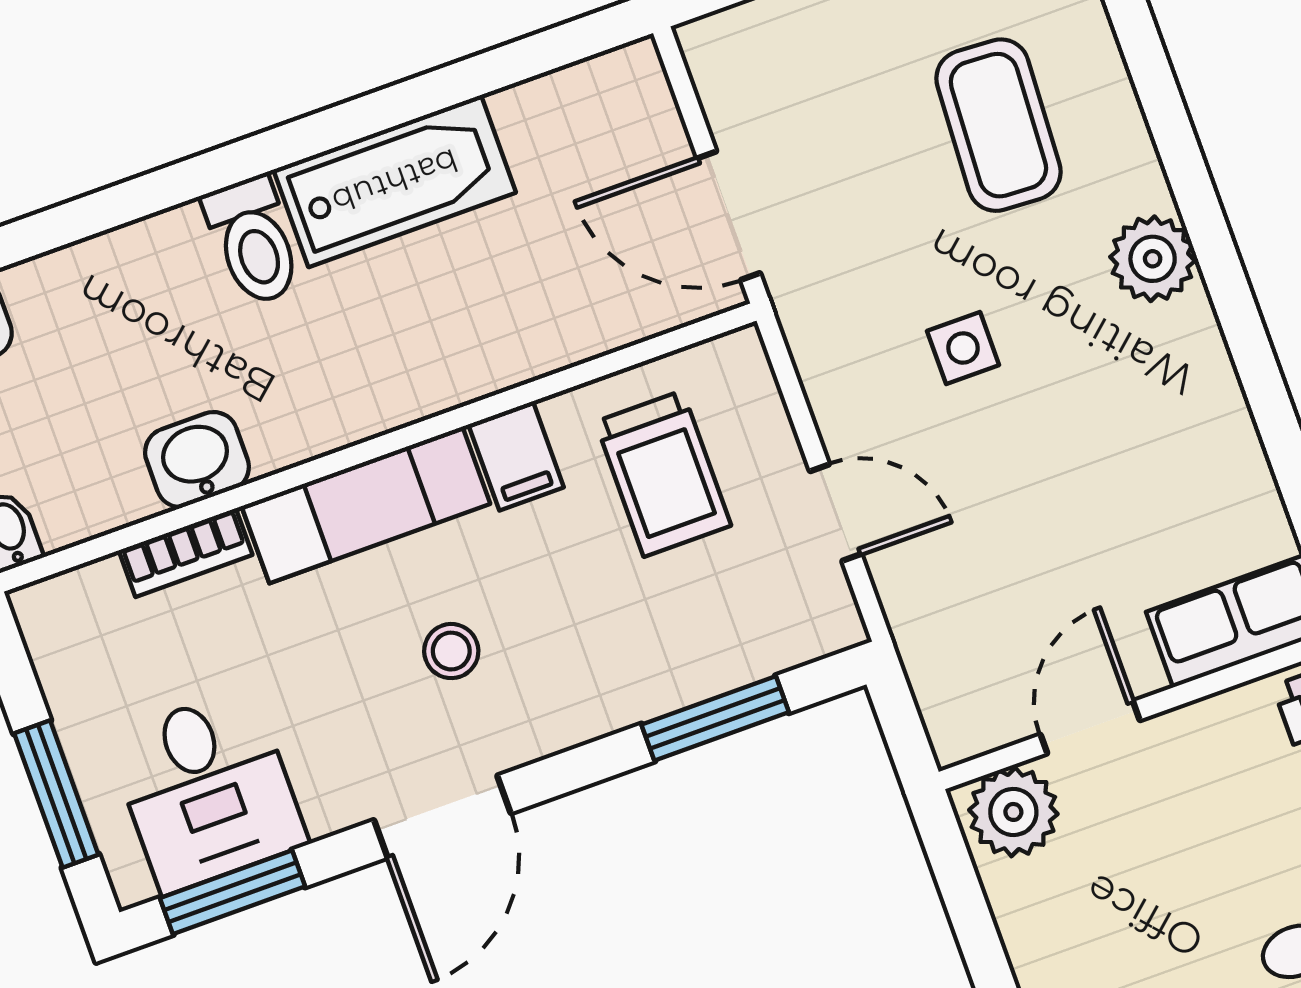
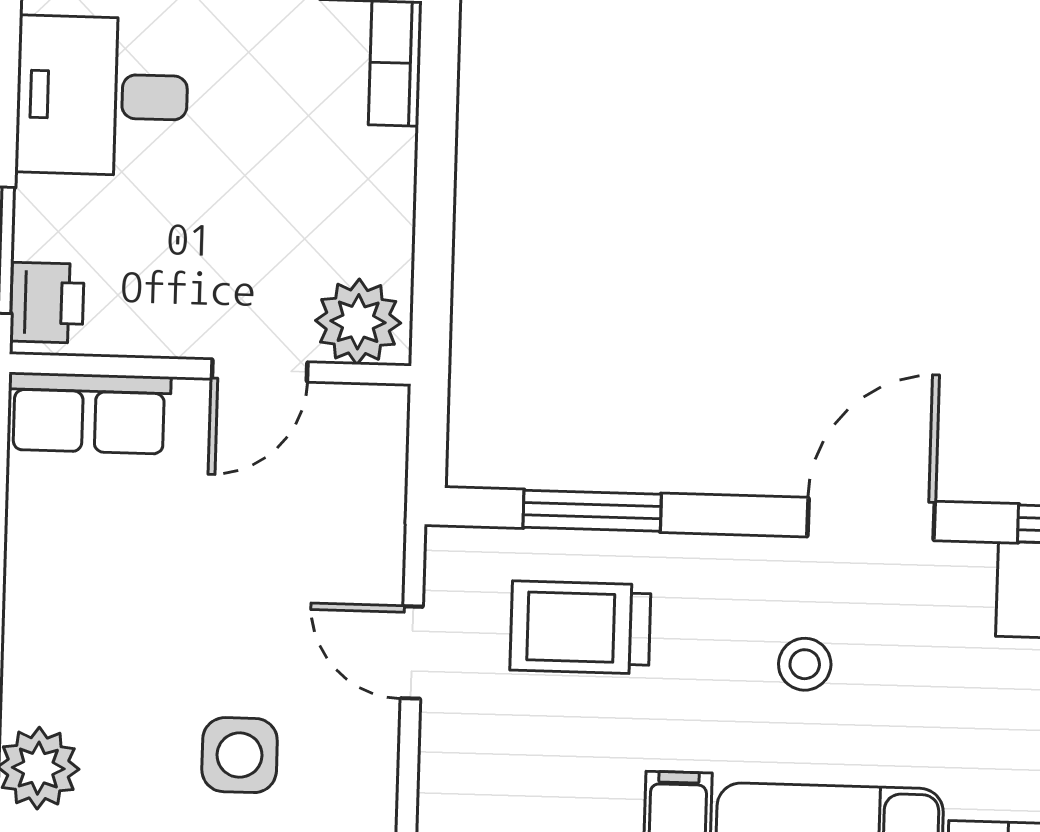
side table: (963, 348) -> (240, 755), width x1.37, depth x1.37
trolley: (663, 474) -> (580, 627), moved, turned -90

